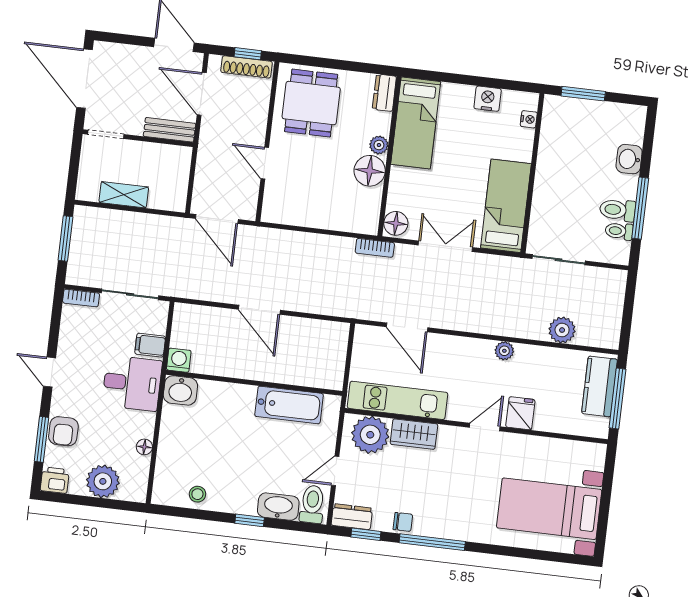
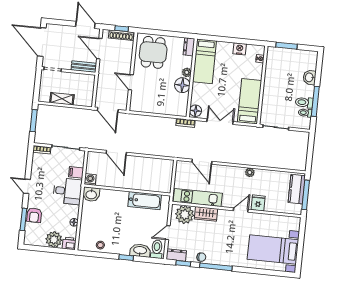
door: (259, 310) -> (116, 153), moved
plant: (562, 330) -> (278, 162), removed
printer: (55, 480) -> (69, 243), moved

